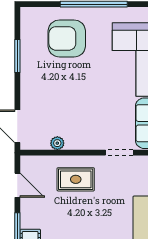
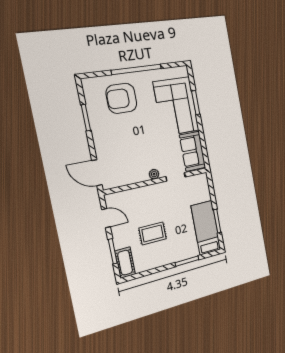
plant: (57, 143) -> (154, 174), moved
rug: (76, 179) -> (153, 233), moved

